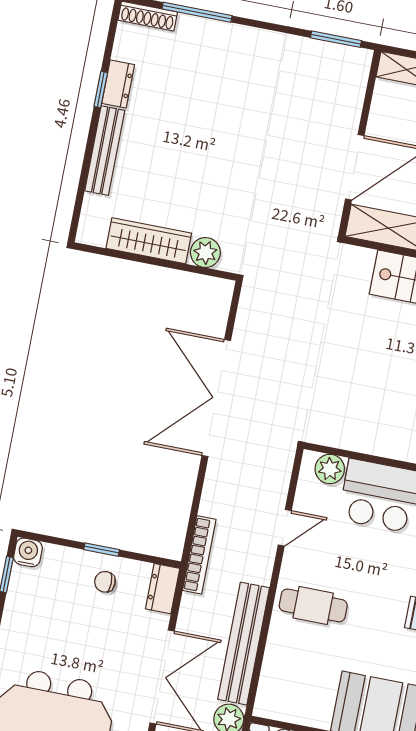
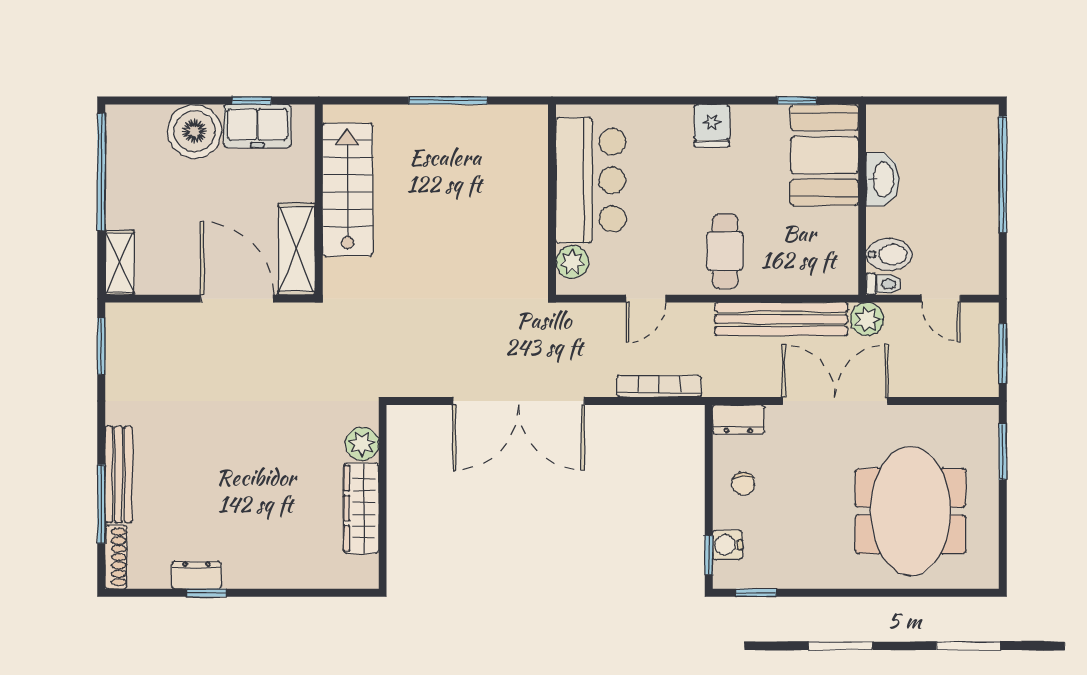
bench: (105, 151) -> (119, 474), moved, turned 90
door: (285, 528) -> (646, 299), swing flipped
window: (102, 550) -> (709, 555), moved
water cooler: (28, 552) -> (727, 545), moved
bookcase: (199, 555) -> (659, 386), moved

